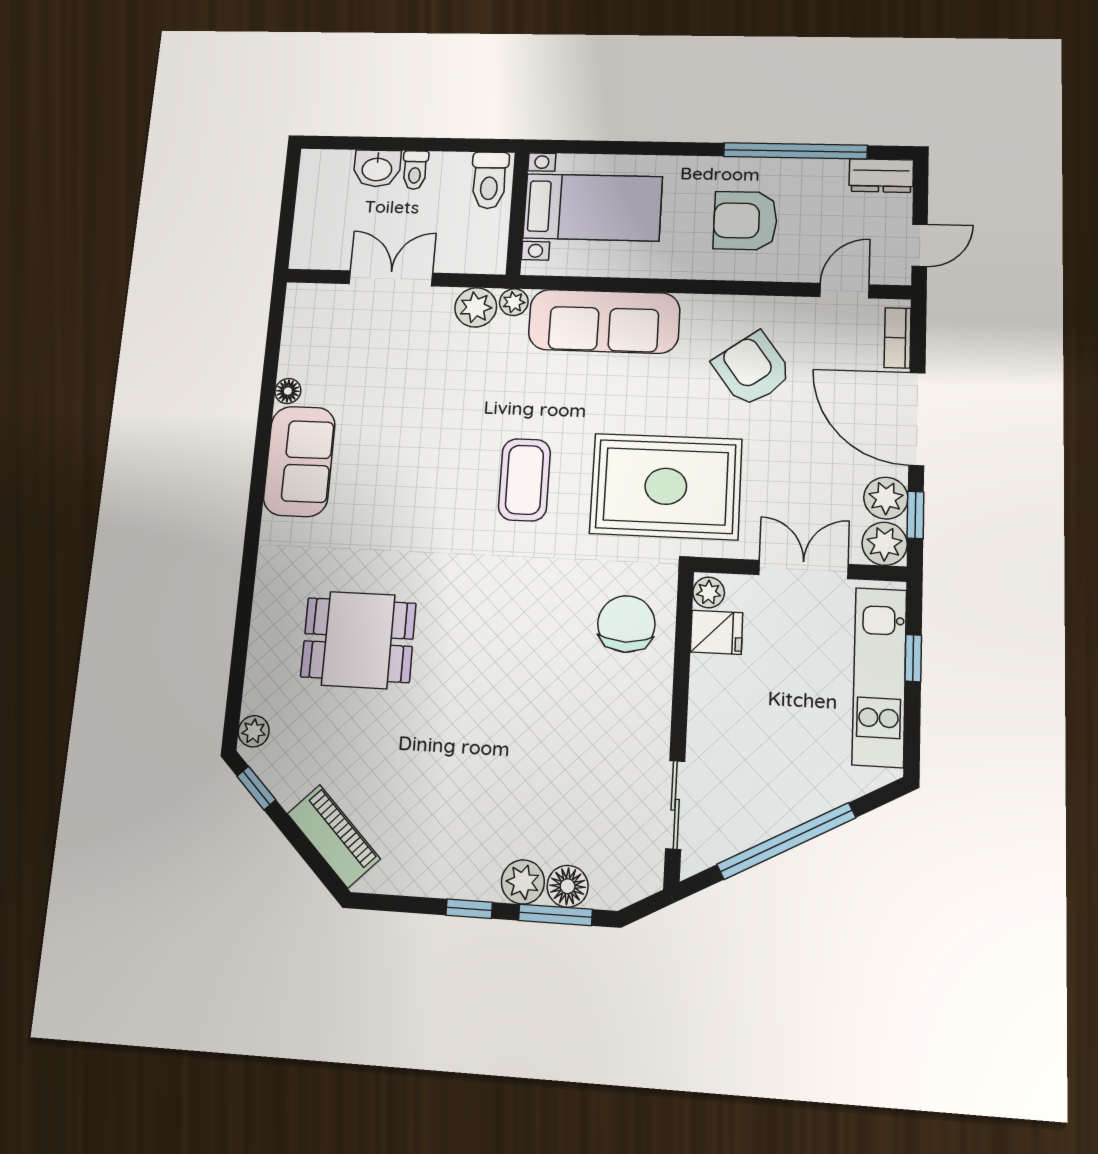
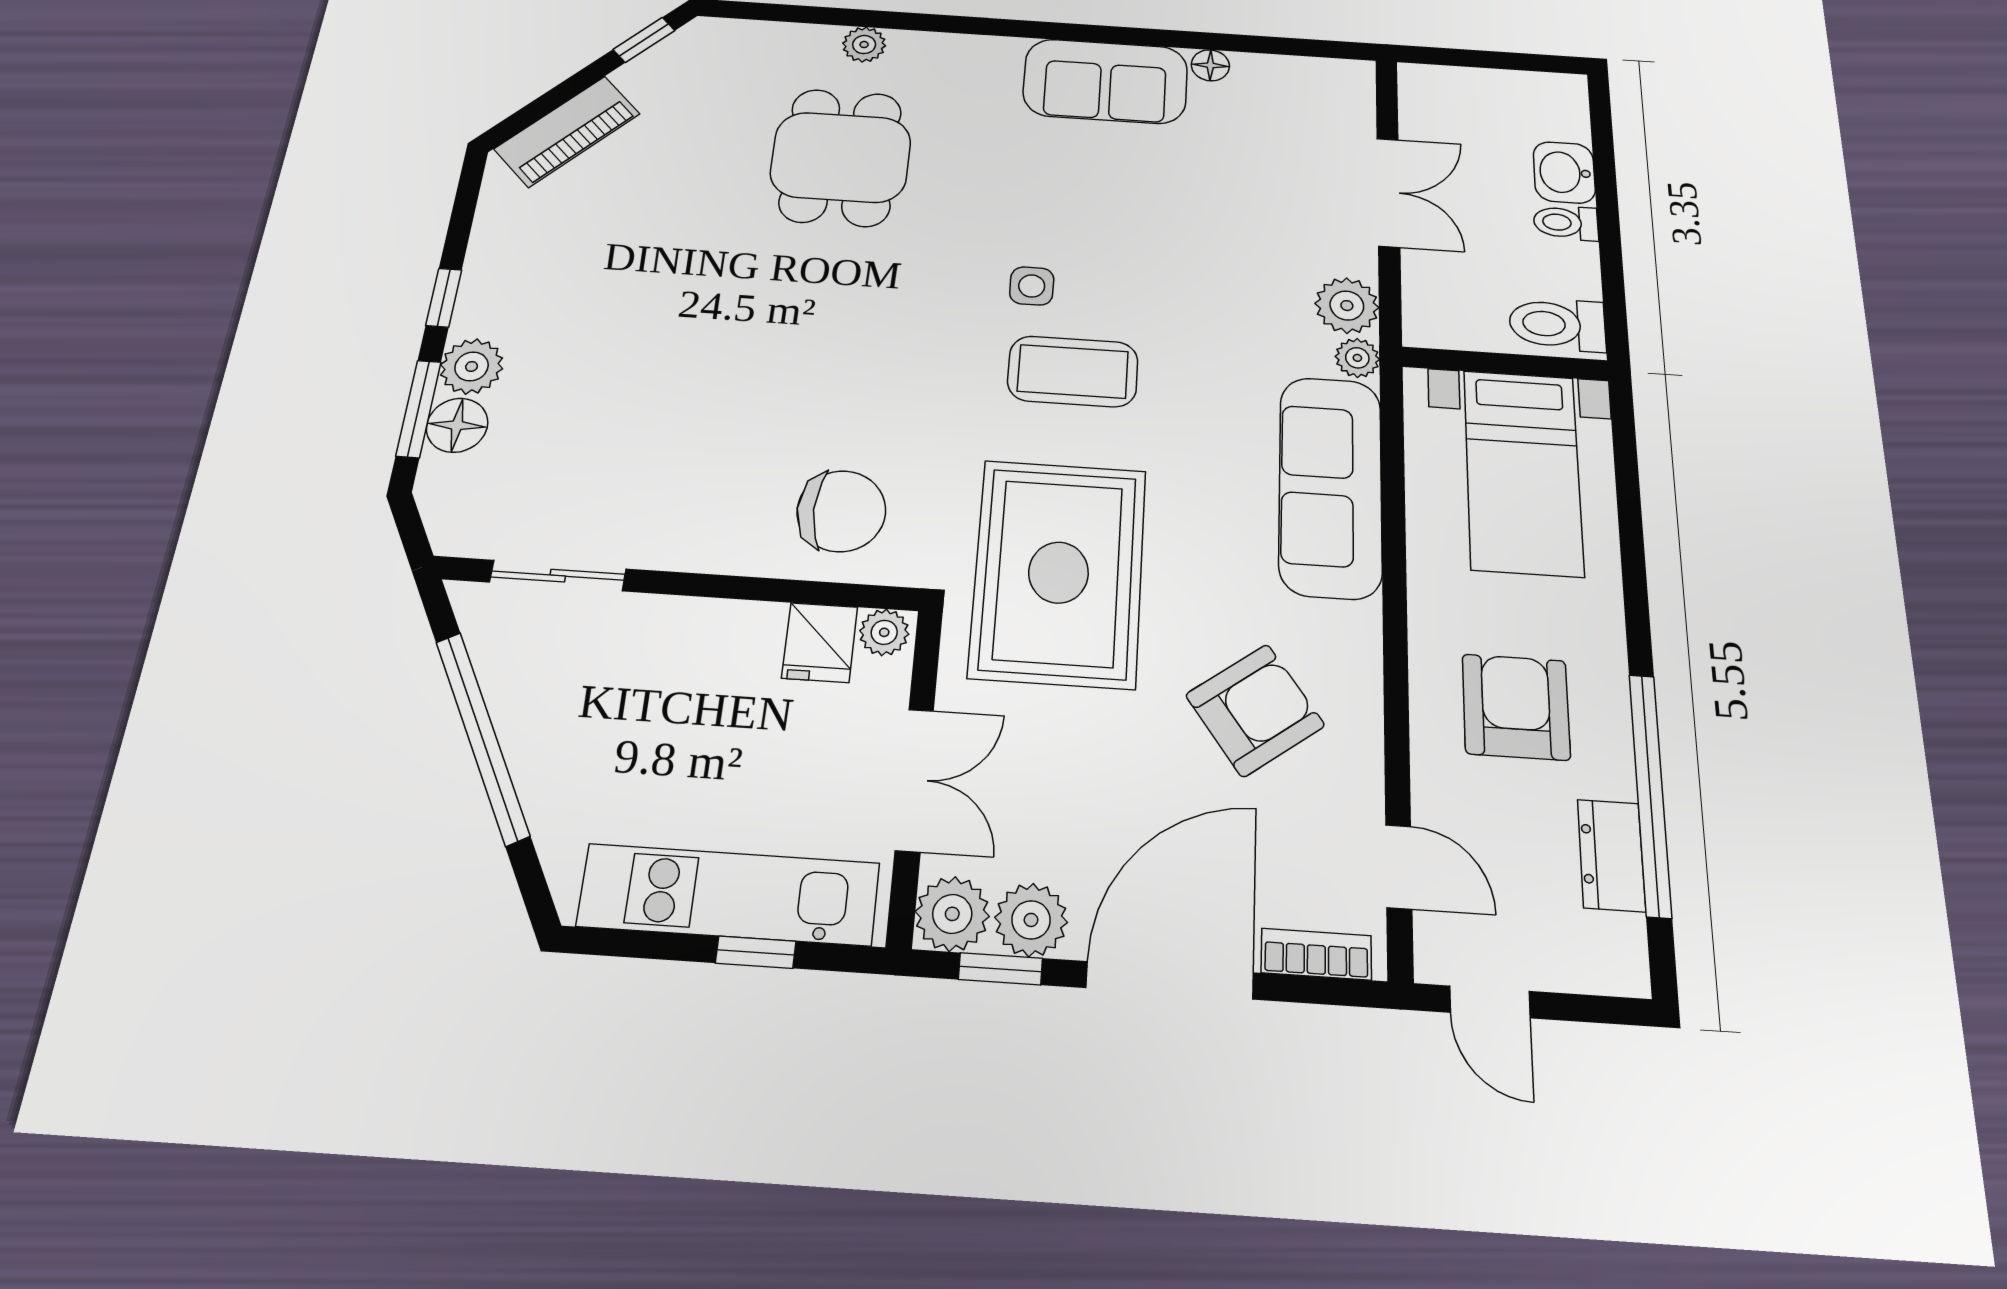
dresser: (881, 176) -> (1611, 855), moved
side table: (461, 507) -> (1032, 286), added
plant: (254, 731) -> (864, 45), moved

